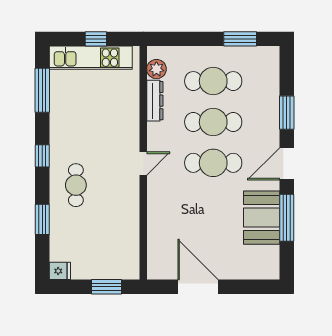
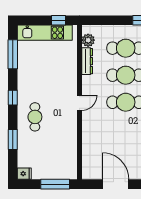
window: (96, 39) -> (59, 20), moved
window: (106, 287) -> (55, 184), width x1.44

